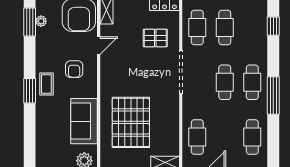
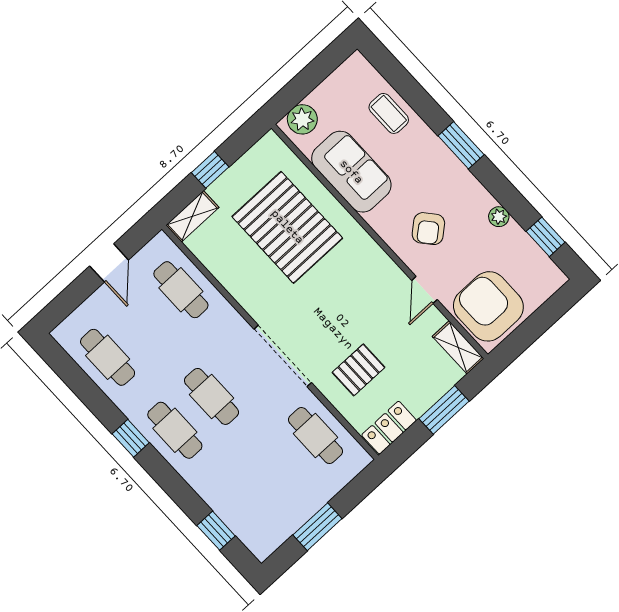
plant: (41, 21) -> (499, 217), moved
window: (30, 22) -> (546, 237), width x0.67
cafe table: (225, 27) -> (279, 469), removed
armchair: (74, 69) -> (428, 229), turned -130
coffee table: (46, 84) -> (389, 113), moved
window: (273, 96) -> (131, 438), width x0.46

